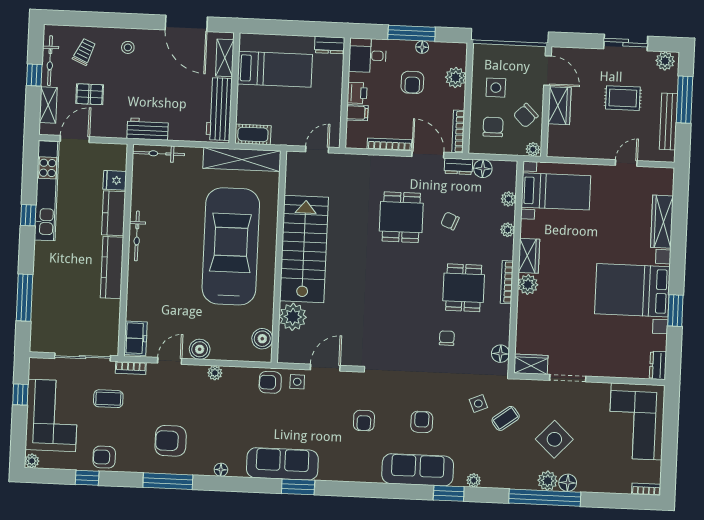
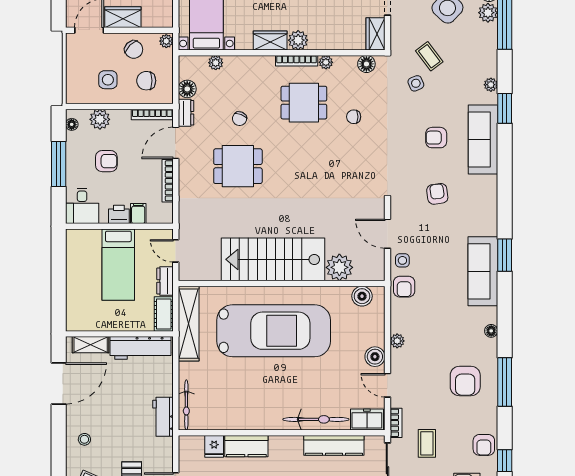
dresser: (330, 45) -> (165, 281), moved, turned 180
floor lamp: (422, 47) -> (72, 124), moved
bed: (275, 69) -> (118, 265), moved, turned 180
plant: (508, 230) -> (326, 62), moved
bicycle: (137, 236) -> (316, 419), moved, width x1.37, depth x1.40
car: (231, 246) -> (274, 331), turned 180
kitchen counter: (112, 268) -> (334, 445), moved
armchair: (364, 421) -> (437, 194), turned -98

